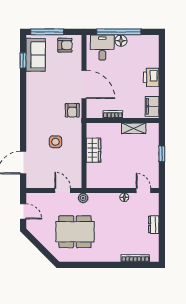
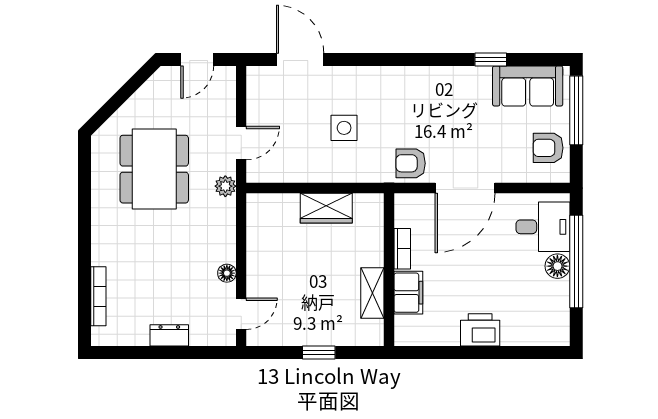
armchair: (65, 45) -> (548, 148), turned 90
window: (23, 60) -> (491, 59), moved
filing cabinet: (152, 106) -> (408, 293), moved, turned 90

